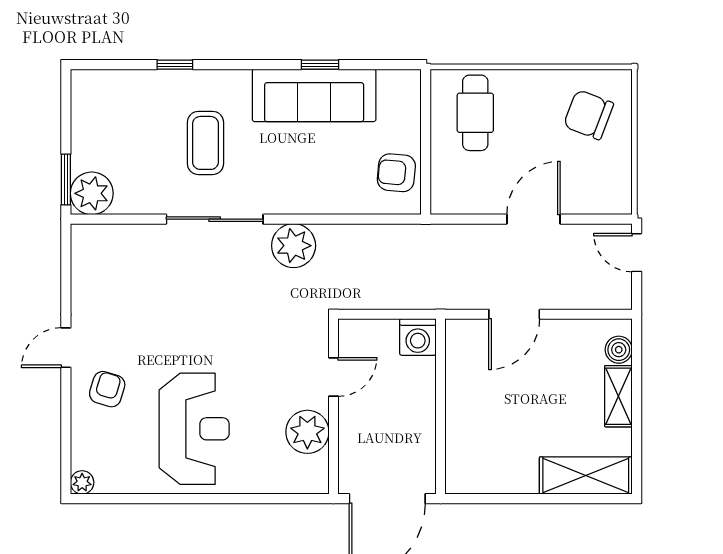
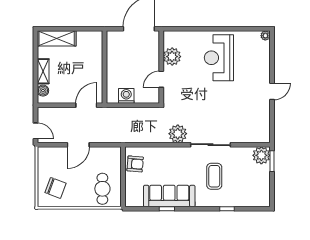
armchair: (107, 389) -> (255, 74), removed
wall: (440, 406) -> (105, 67), moved

